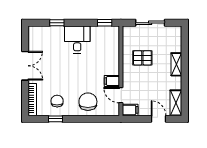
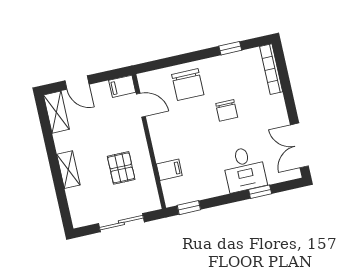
desk: (77, 39) -> (244, 169), moved
pallet: (142, 58) -> (121, 168), turned 90
double door: (25, 66) -> (299, 145), moved
filing cabinet: (112, 81) -> (169, 170), moved
chair: (57, 101) -> (227, 110), moved

